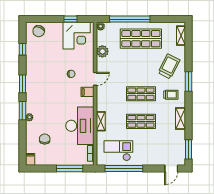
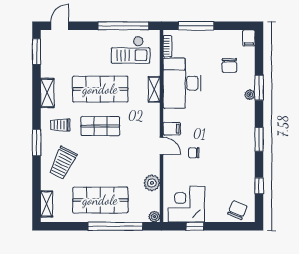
door: (95, 79) -> (162, 146), swing flipped
window: (22, 111) -> (259, 88), moved
shop shelf: (141, 121) -> (100, 89), width x1.43, depth x1.36

